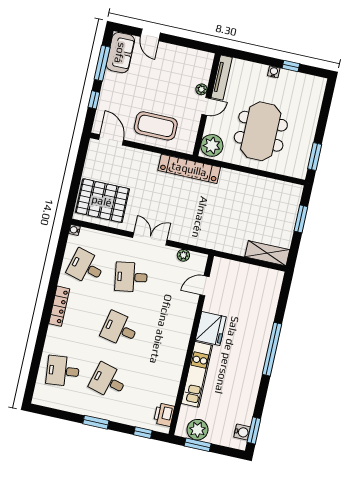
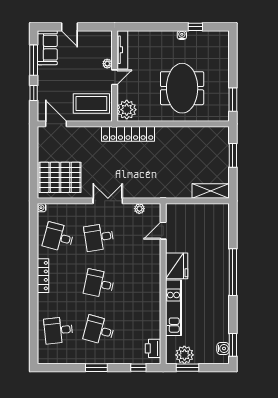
tv unit: (222, 78) -> (122, 50), moved
plant: (201, 89) -> (107, 64), moved
wall: (207, 105) -> (115, 76), moved
door: (206, 106) -> (115, 77), moved
plant: (212, 145) -> (127, 110), moved

